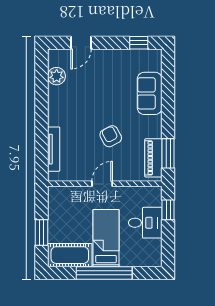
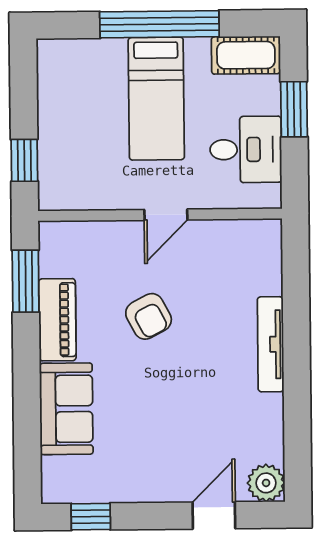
plant: (57, 76) -> (266, 483), moved
tv unit: (54, 149) -> (271, 344), moved
piano: (153, 158) -> (57, 320), moved
desk: (145, 223) -> (246, 150), moved, turned 180
cot: (70, 255) -> (246, 55), width x0.73, depth x0.75

